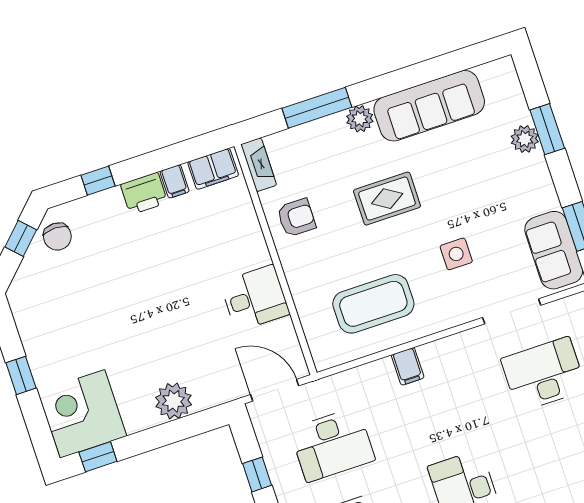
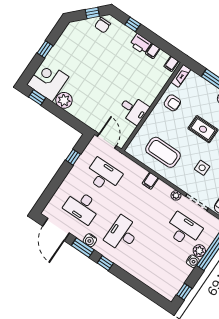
filing cabinet: (213, 169) -> (171, 64), width x0.50
plant: (470, 340) -> (176, 195), added
plant: (173, 401) -> (64, 100), moved
desk: (332, 445) -> (103, 175), turned 180

